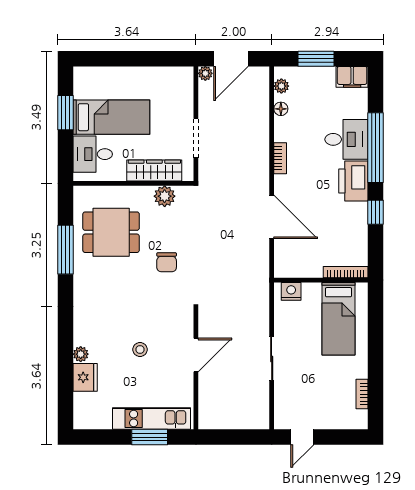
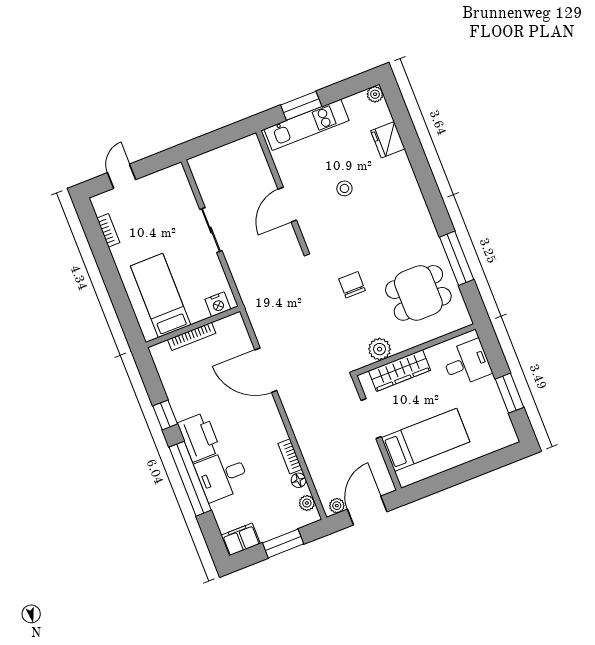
plant: (205, 73) -> (337, 506), moved
bed: (111, 117) -> (425, 440), moved, turned 180
bookcase: (280, 158) -> (290, 456), moved
bookcase: (346, 272) -> (192, 336), moved
plant: (81, 354) -> (375, 94), moved
door: (302, 437) -> (122, 176), moved

